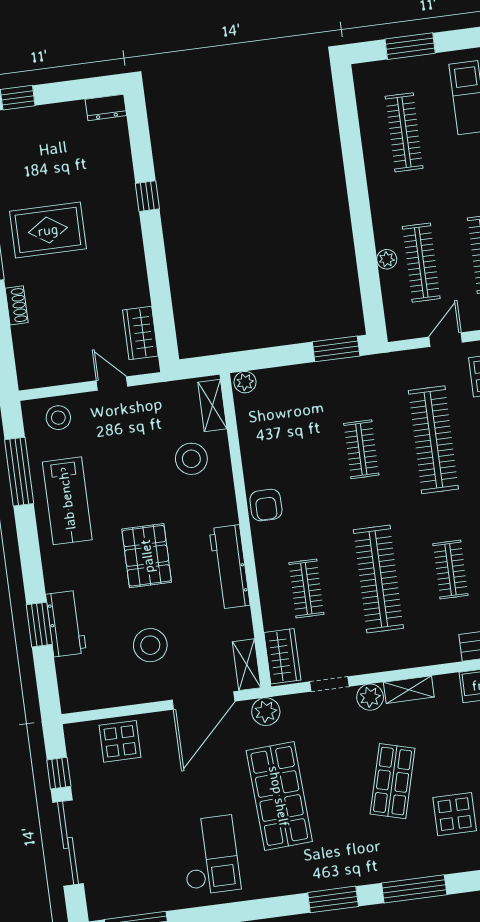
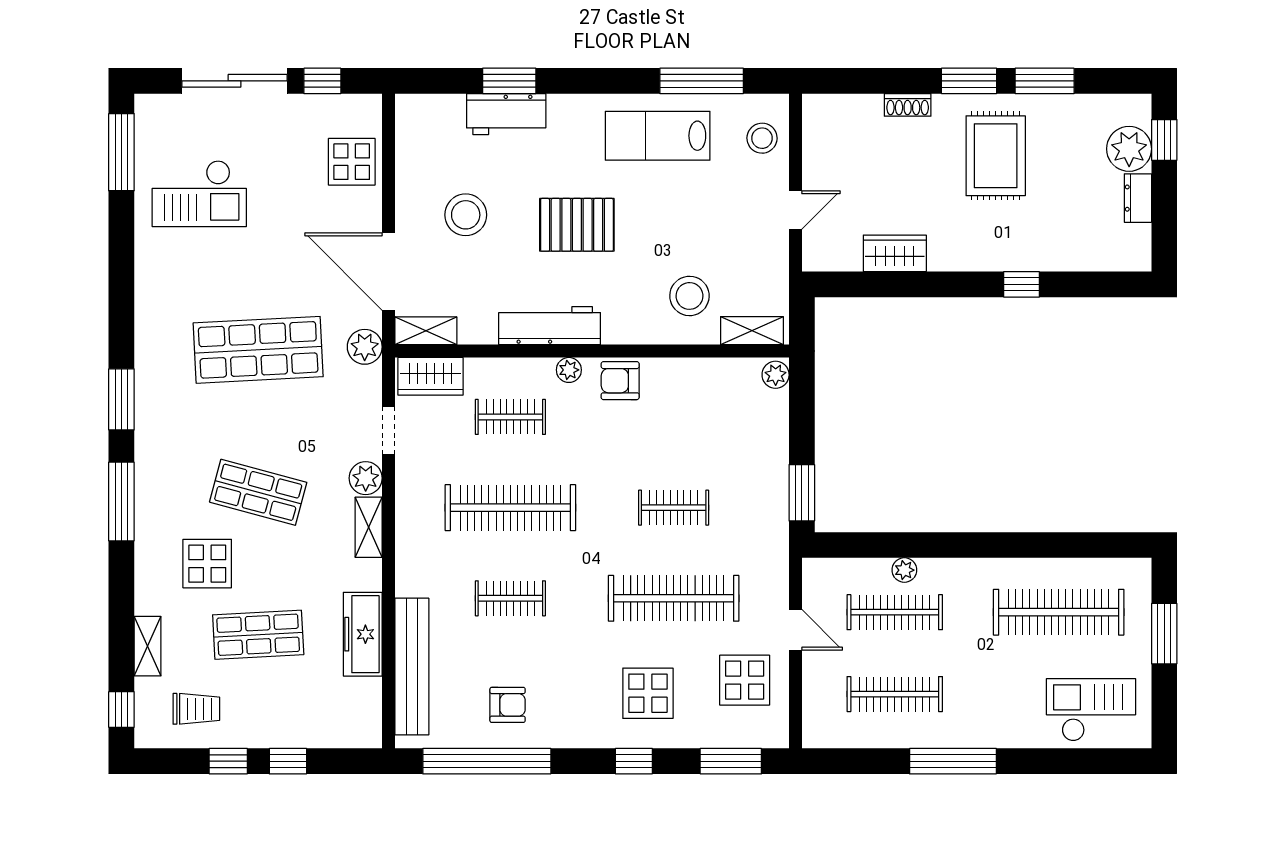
dresser: (106, 107) -> (1138, 198), moved
plant: (28, 125) -> (1129, 149), added
clothes rail: (404, 132) -> (1059, 612), width x1.37, depth x1.31
wardrobe: (140, 333) -> (895, 253), moved
plant: (263, 547) -> (569, 370), added
checkout: (210, 855) -> (199, 194), moved

